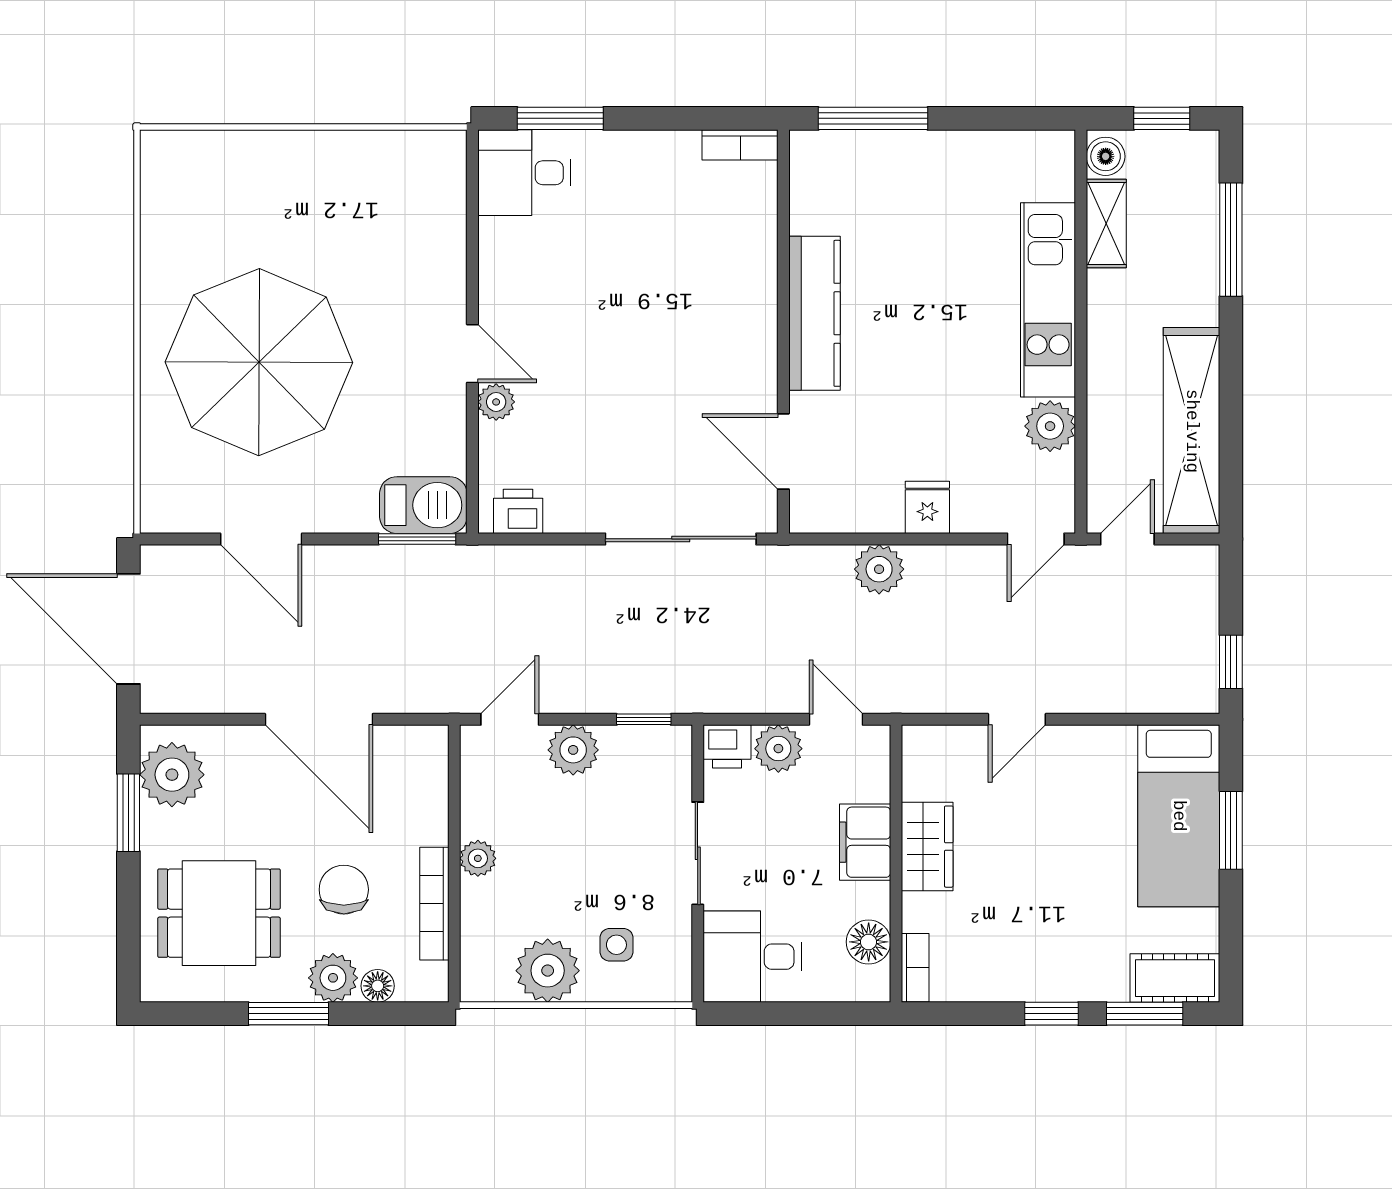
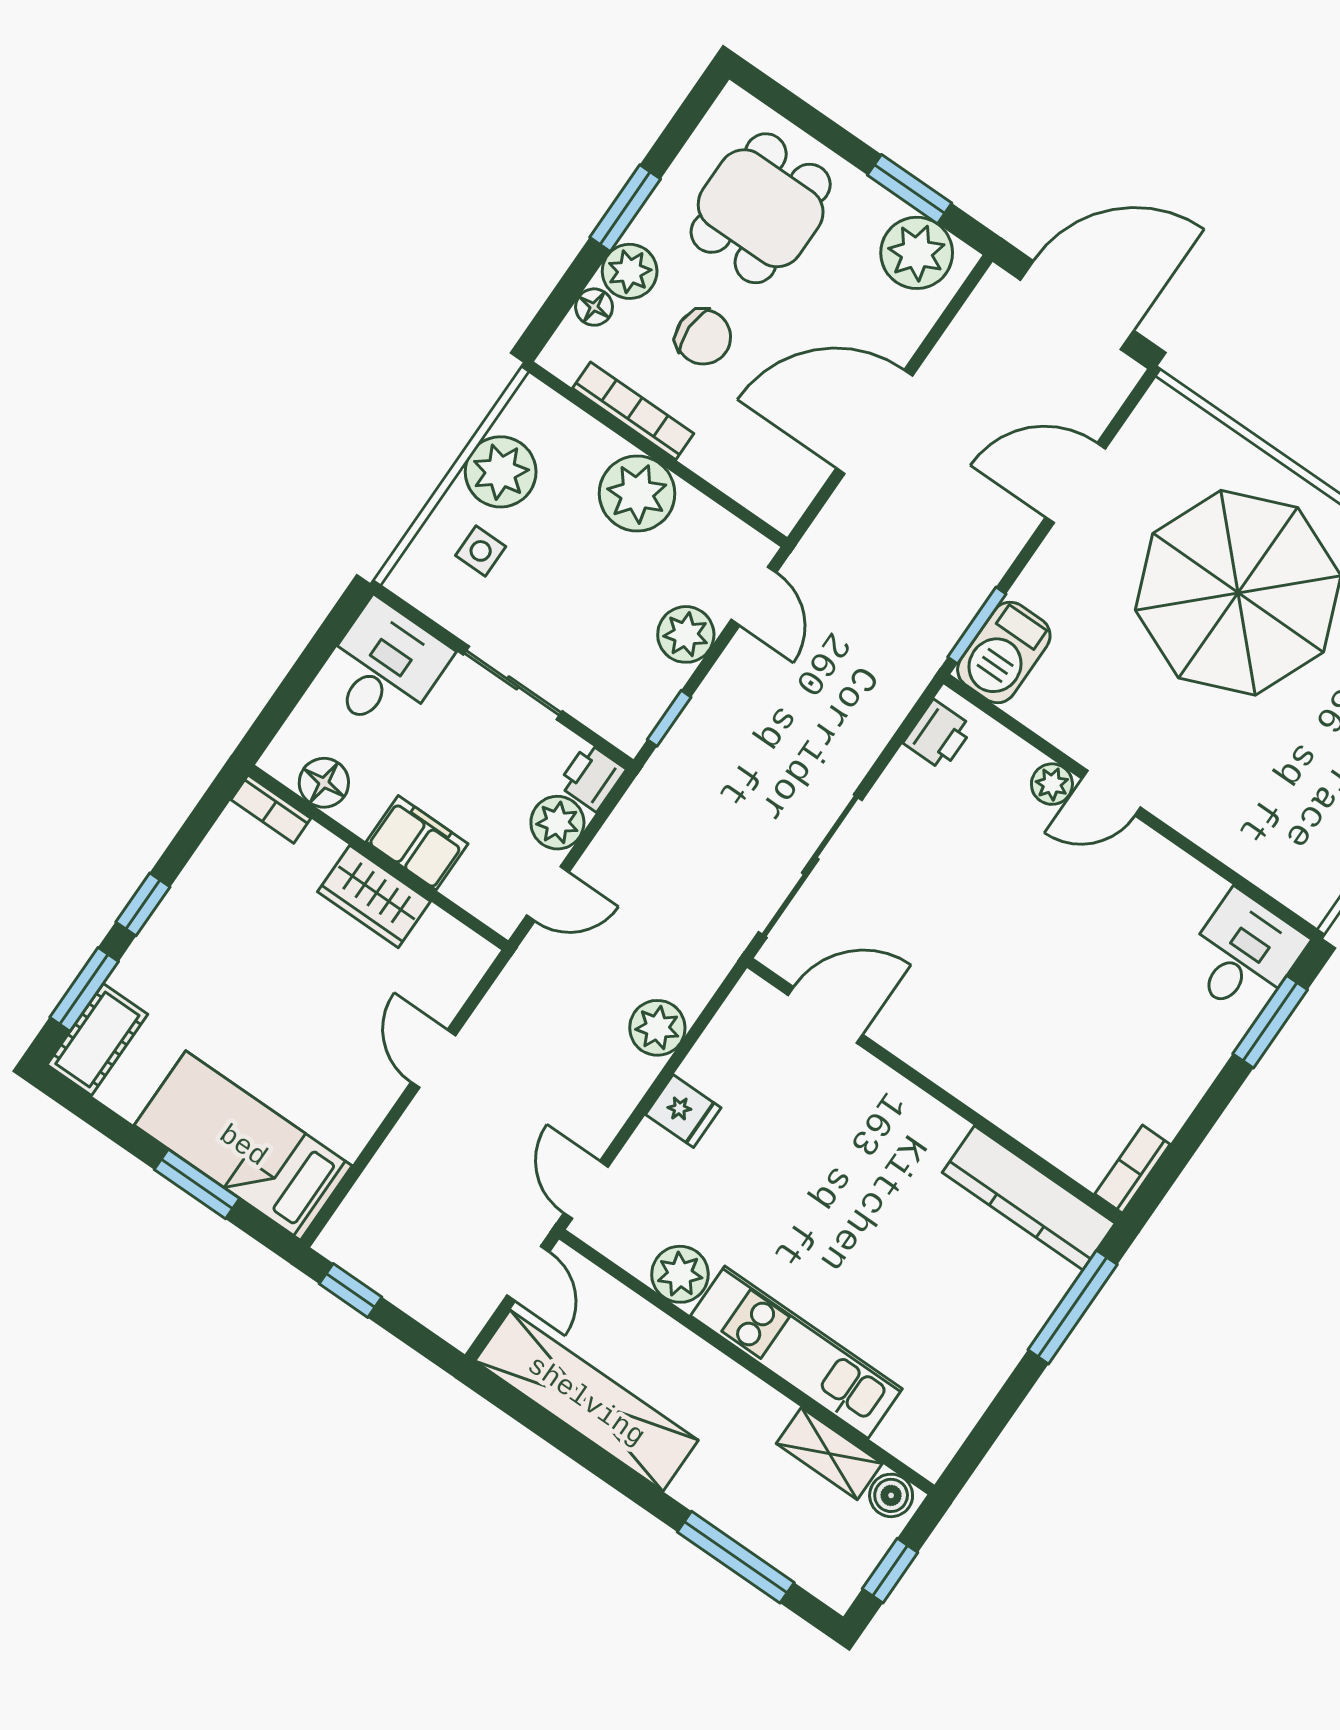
kitchen counter: (815, 313) -> (1029, 1198), moved
plant: (478, 858) -> (637, 494), width x1.87, depth x1.87

